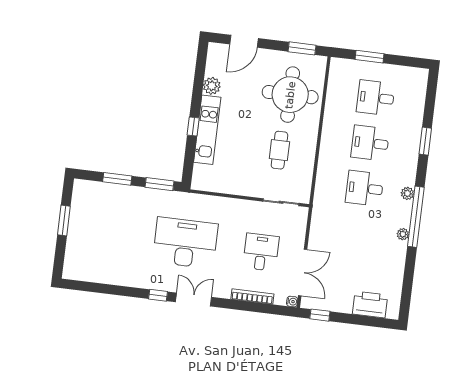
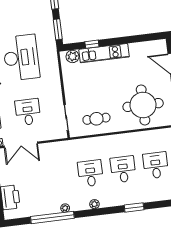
plant: (212, 86) -> (72, 56), moved
window: (193, 127) -> (92, 44), moved
cafe table: (279, 150) -> (96, 119), moved
window: (416, 217) -> (52, 217), moved
desk: (261, 252) -> (28, 112), turned -90

